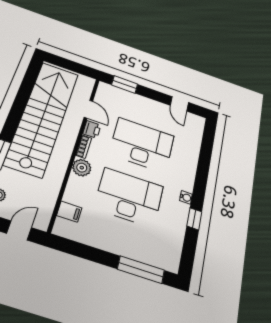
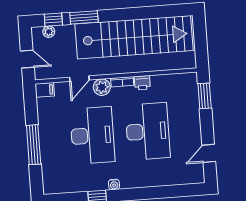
door: (88, 109) -> (79, 79), moved
filing cabinet: (69, 212) -> (45, 90), moved, turned -90
window: (141, 270) -> (34, 145), moved

